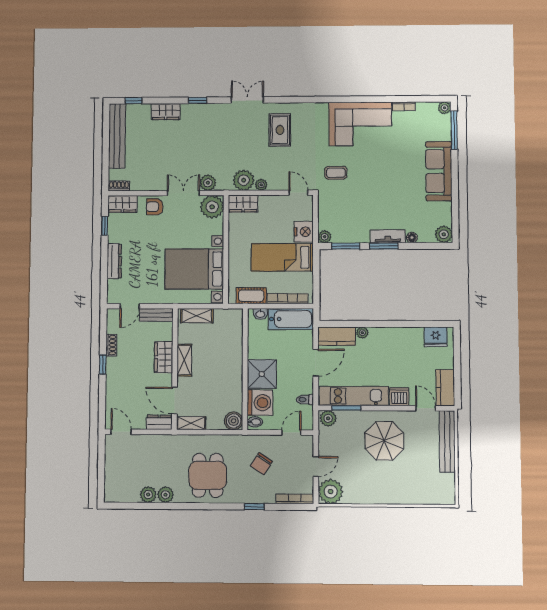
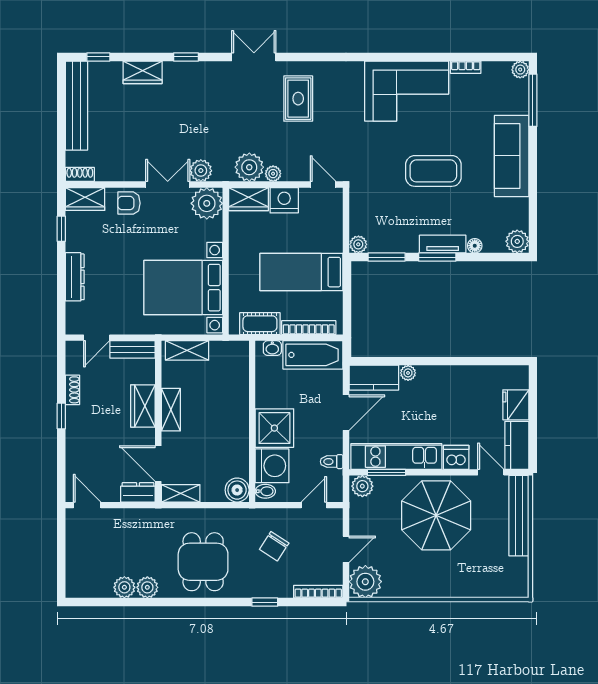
coffee table: (336, 173) -> (433, 171), moved, width x1.86, depth x1.72
nightstand: (304, 232) -> (284, 200), moved, turned -90
fridge: (436, 337) -> (516, 405), moved, turned 90
parasol: (384, 441) -> (436, 515), width x1.36, depth x1.36

